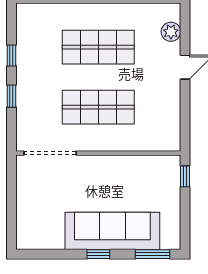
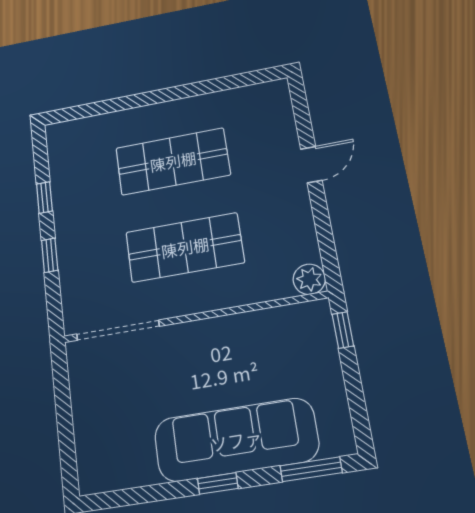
plant: (171, 32) -> (309, 279), moved

